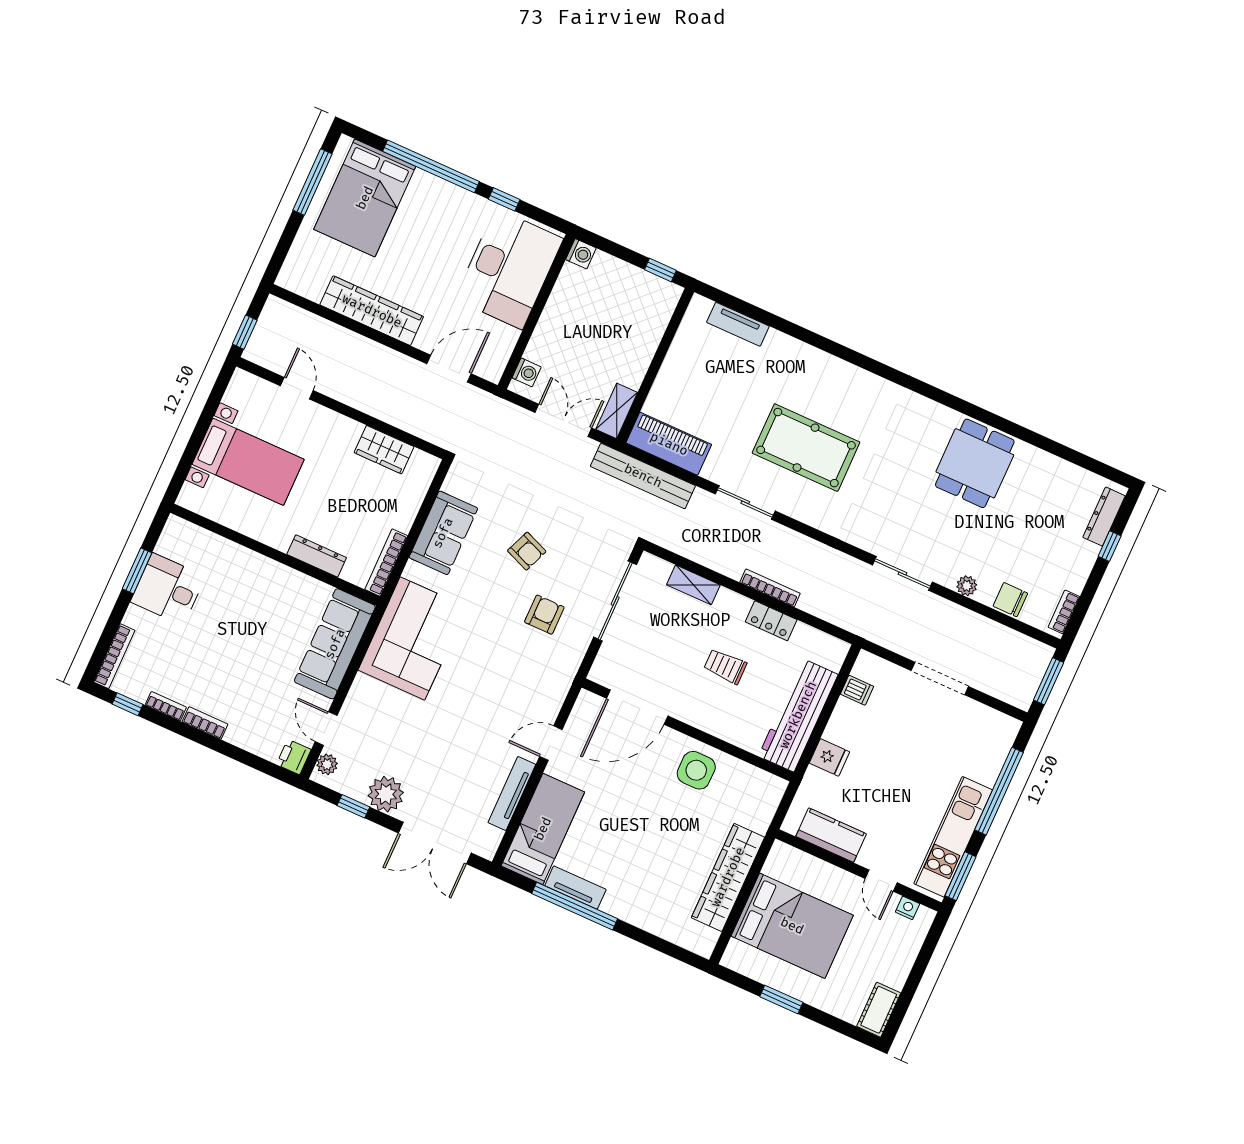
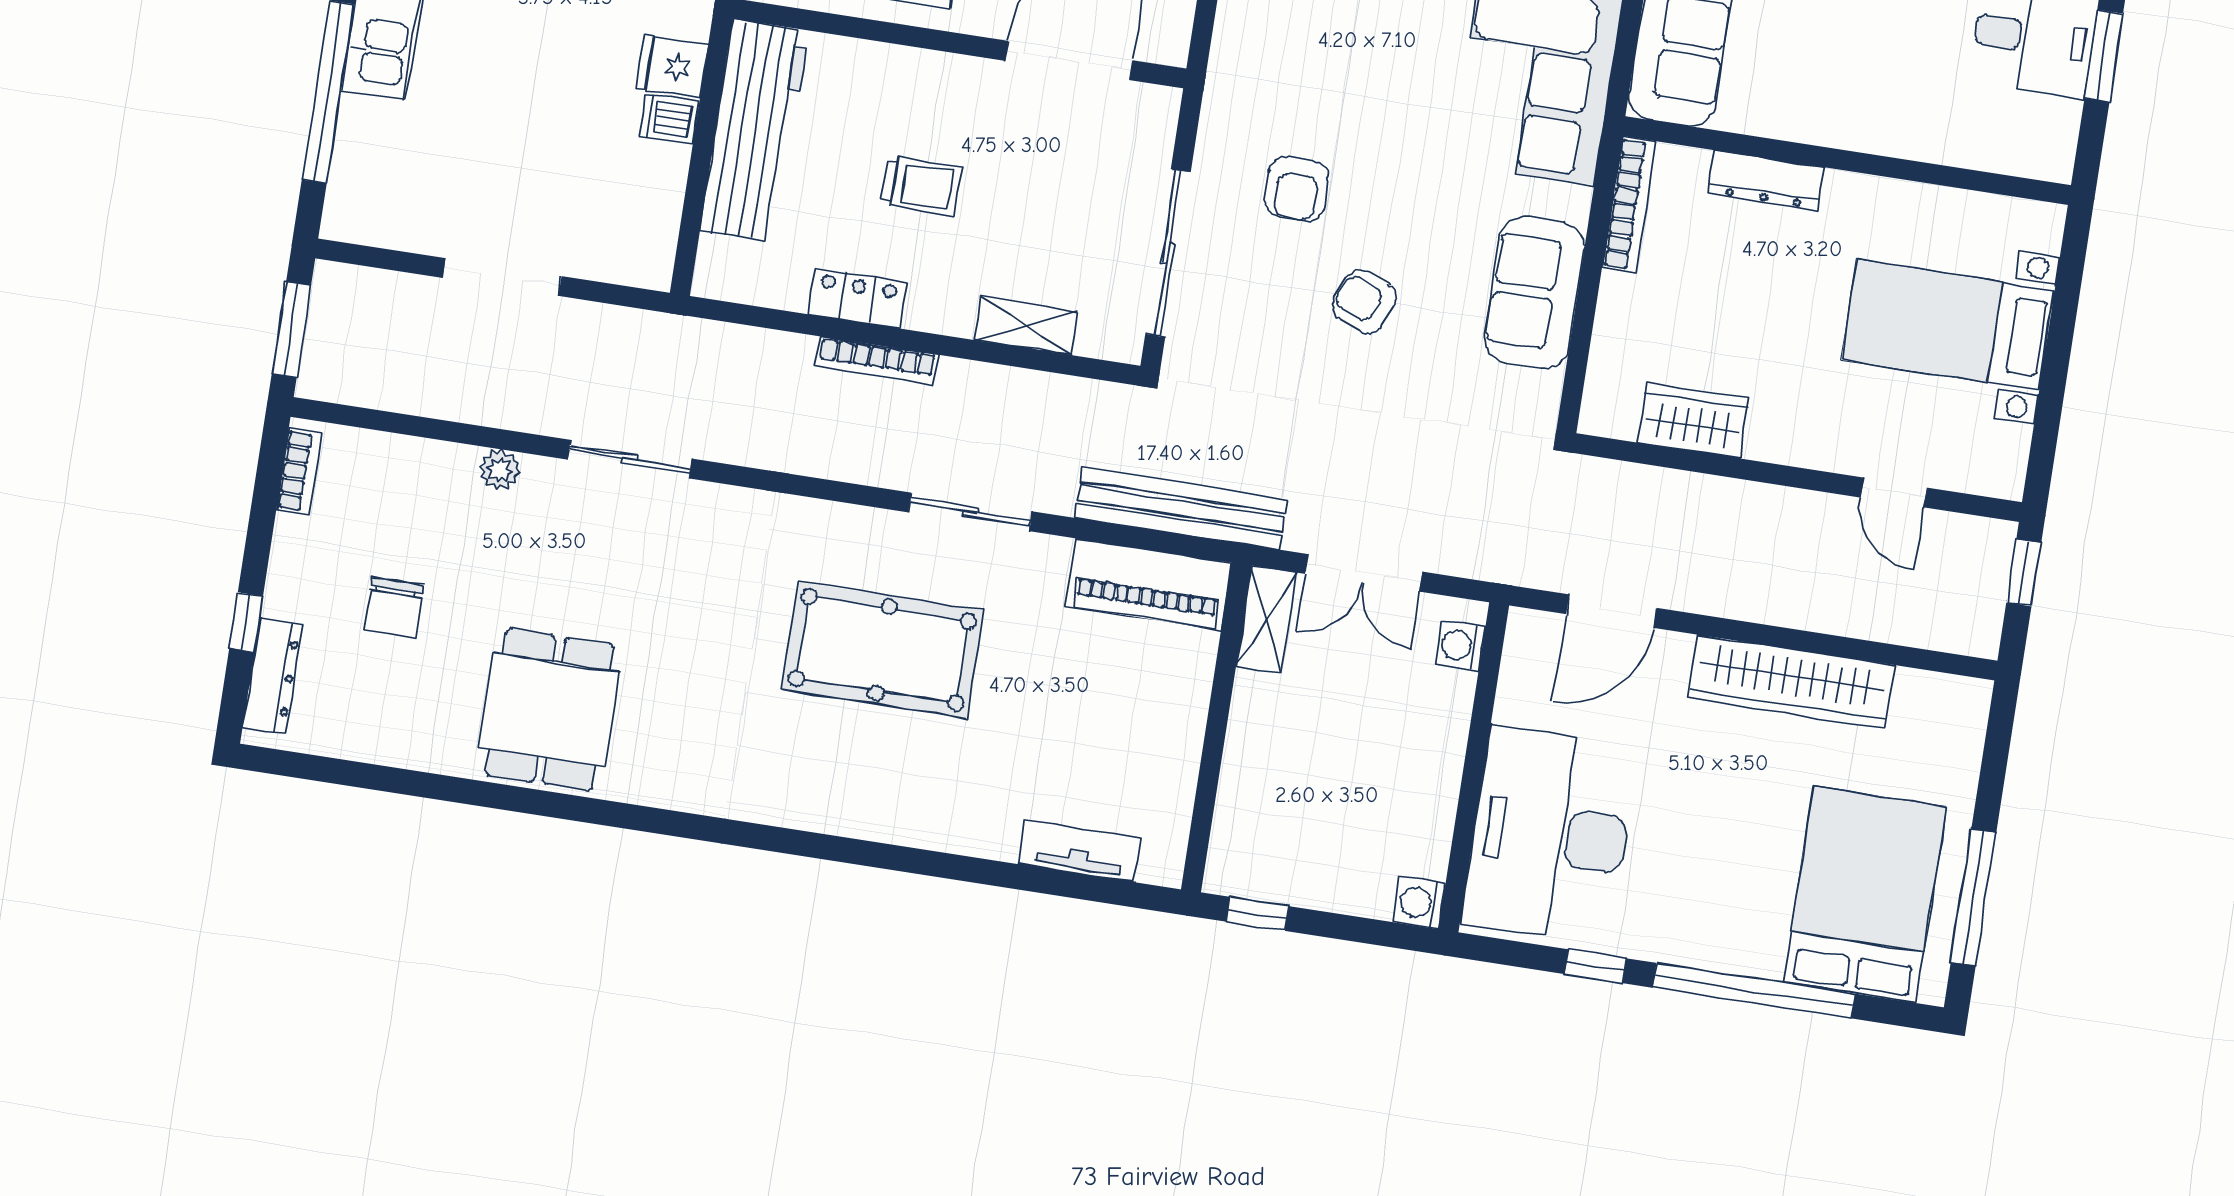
chair: (1010, 600) -> (394, 607), moved, turned 90
dishwasher: (857, 690) -> (669, 119), moved

